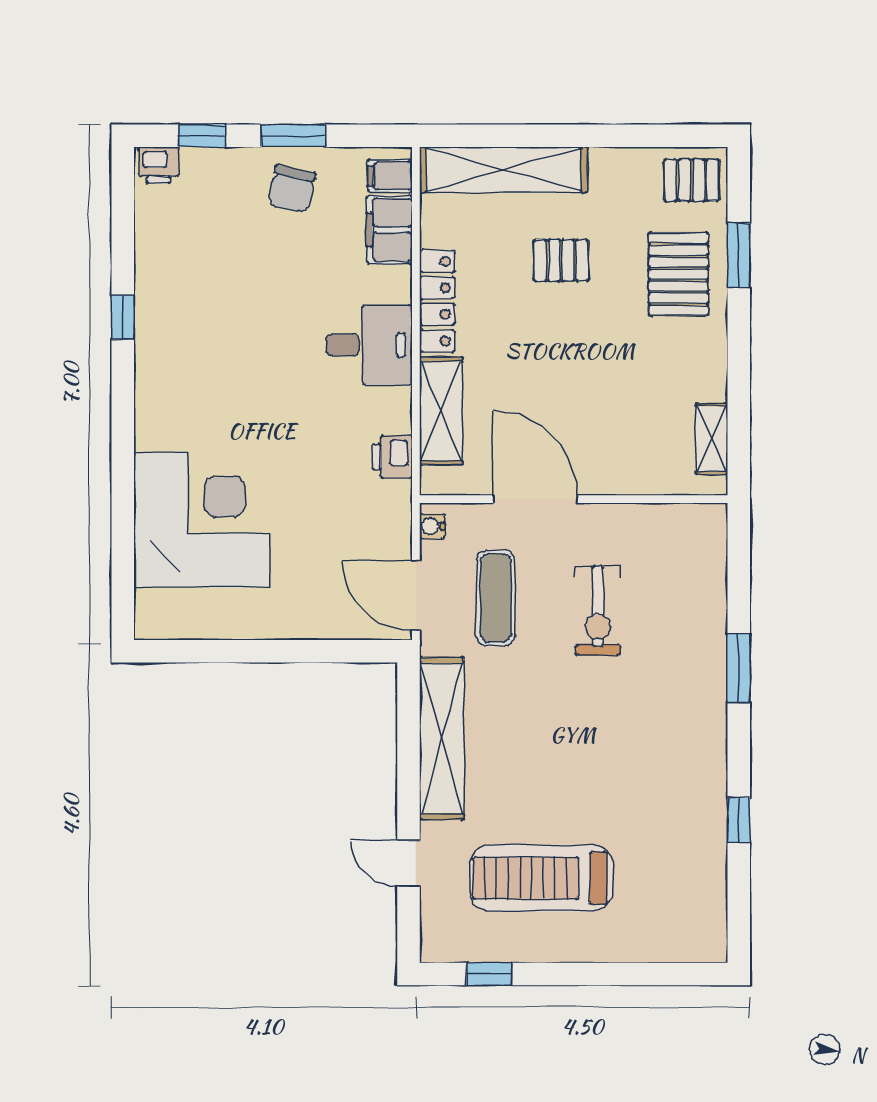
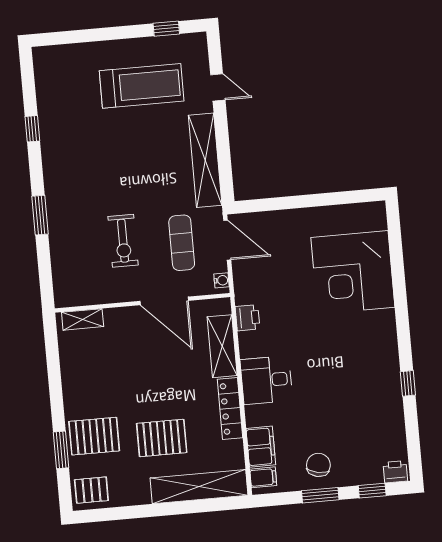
pallet: (561, 260) -> (162, 438), width x1.50, depth x1.42
pallet: (679, 274) -> (94, 436), turned 90
shelving: (712, 439) -> (83, 319), moved, turned 90
exercise bike: (598, 611) -> (123, 241), turned 180

